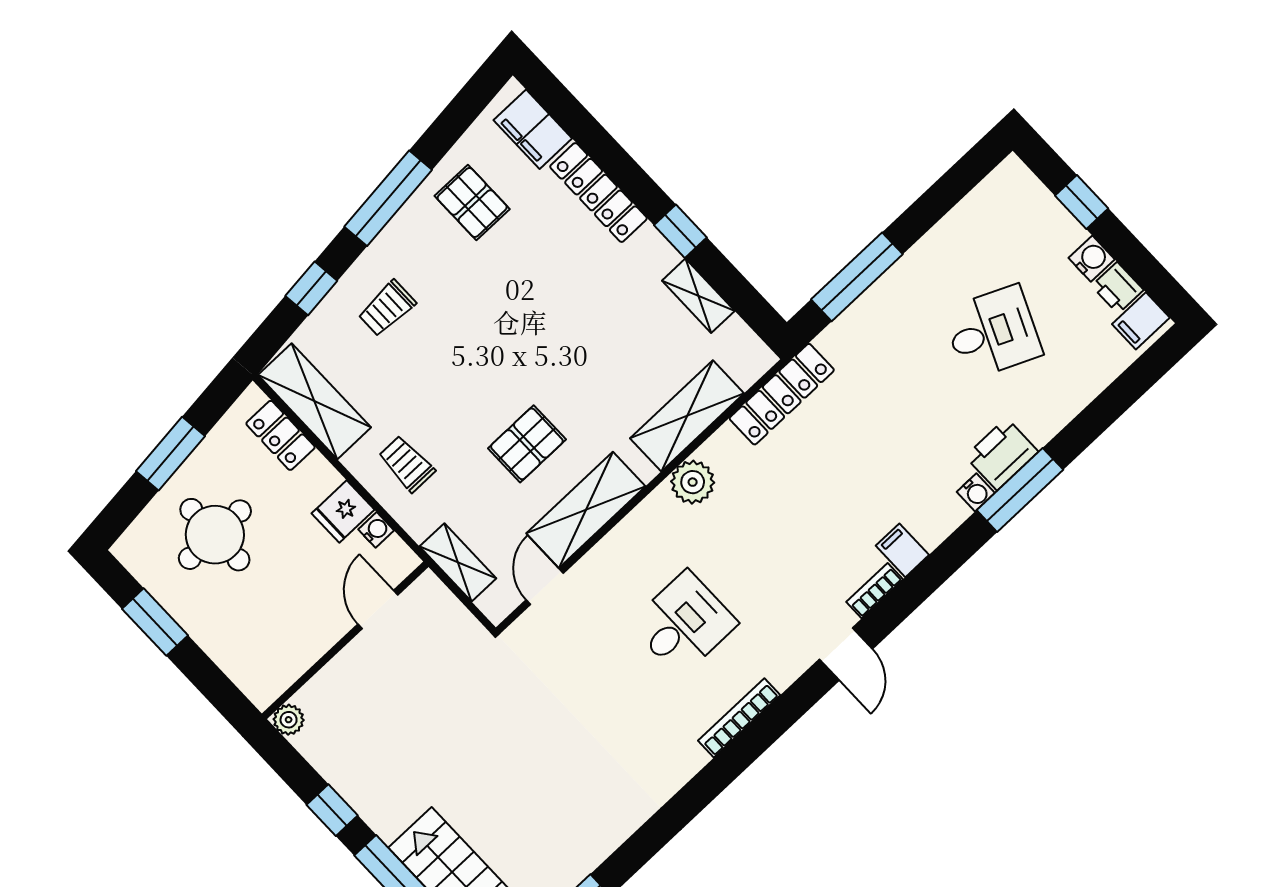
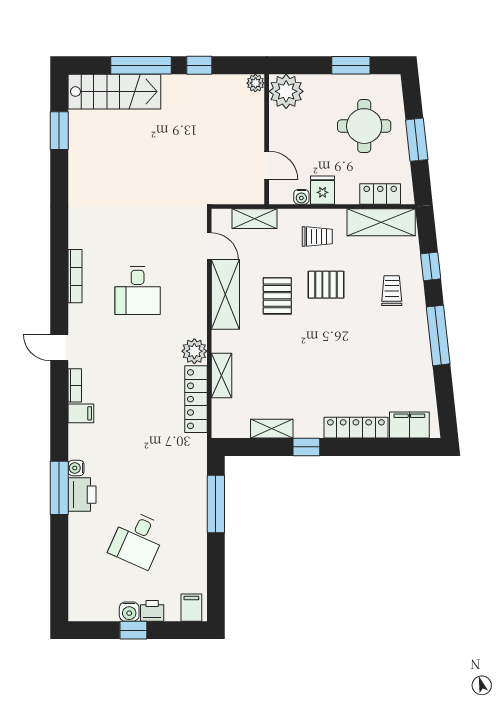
pallet: (472, 202) -> (326, 285), moved
window: (1082, 202) -> (133, 630), moved
printer: (1118, 288) -> (152, 611), moved
filing cabinet: (1141, 321) -> (191, 608), moved
locker: (782, 394) -> (196, 399), moved
shelving: (687, 416) -> (222, 376), width x0.67, depth x0.75
plant: (263, 672) -> (286, 91), added

